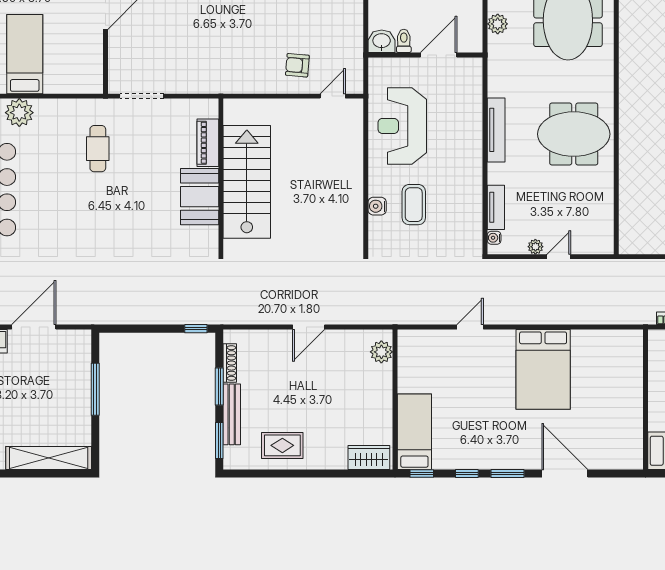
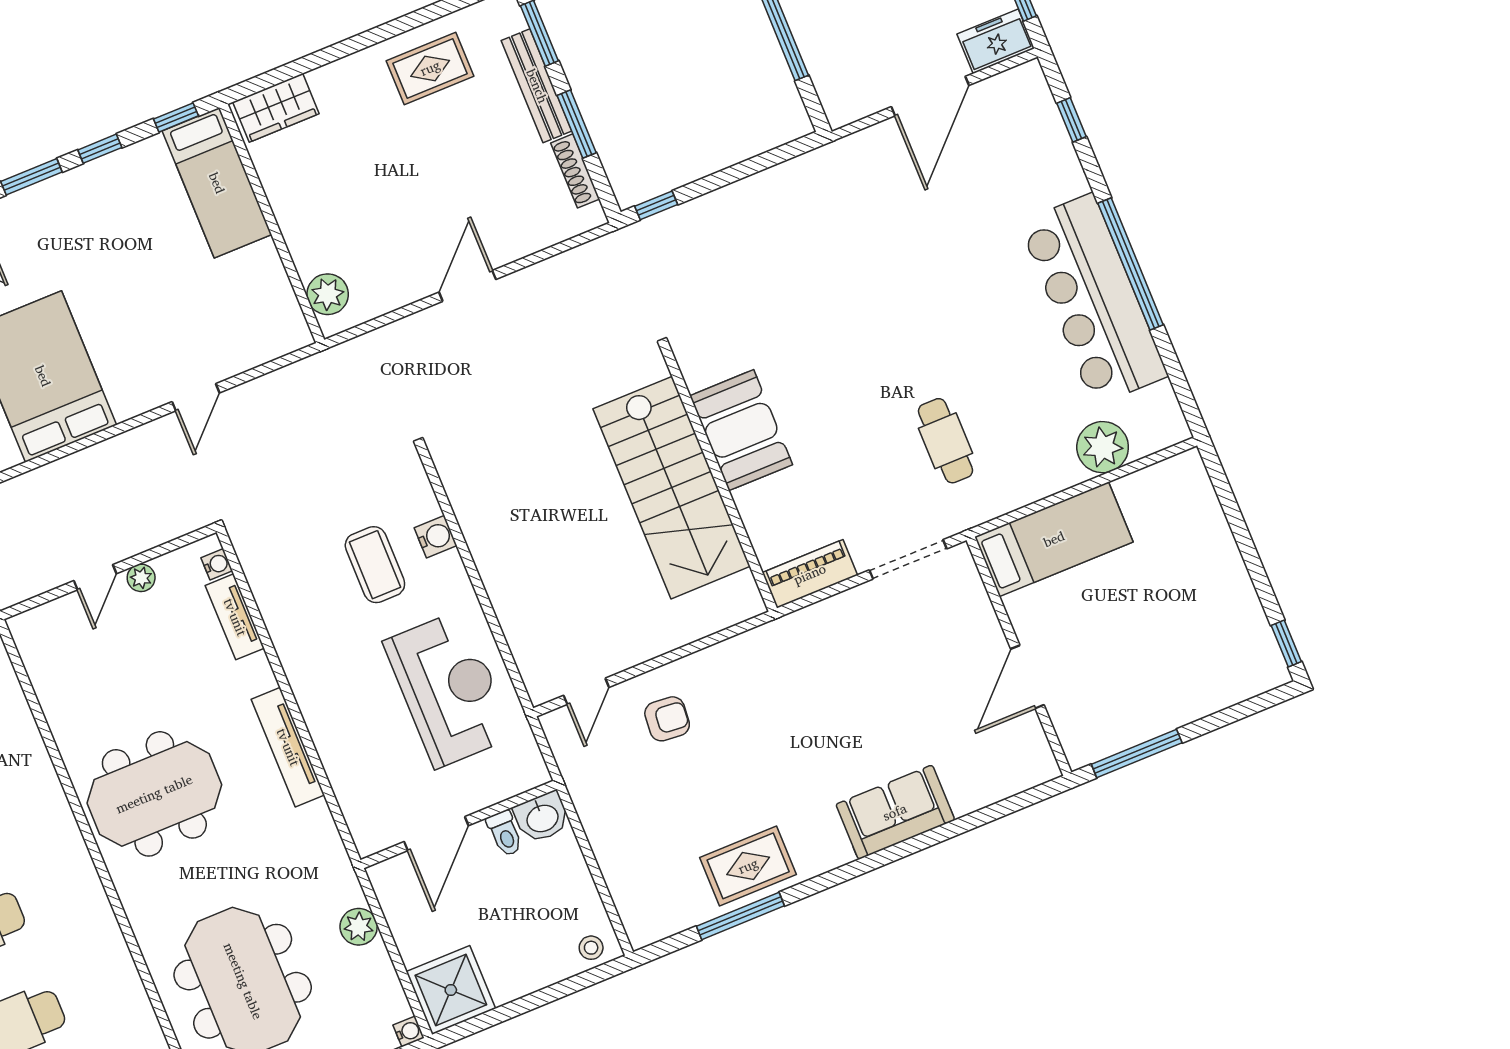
bed: (25, 54) -> (1054, 539), moved, turned -90
piano: (208, 143) -> (810, 574), moved, turned -90

